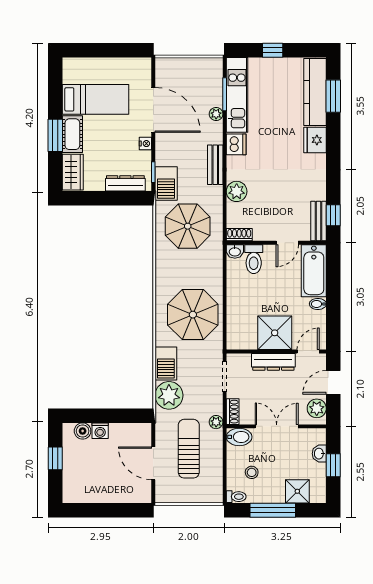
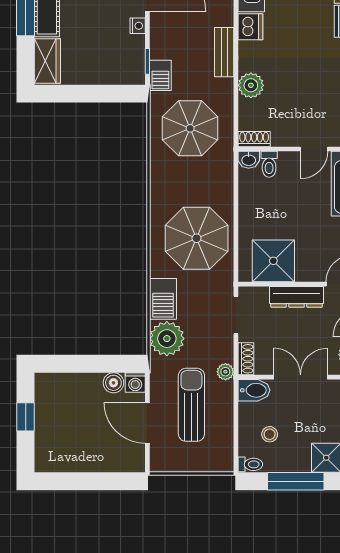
dresser: (125, 183) -> (113, 75), removed
barbecue: (166, 184) -> (160, 75), width x0.73, depth x0.79
toilet: (254, 259) -> (269, 164), width x0.73, depth x0.72
shower: (275, 333) -> (273, 261), moved
boiler: (83, 431) -> (113, 383), moved
washing machine: (100, 431) -> (135, 383), moved

